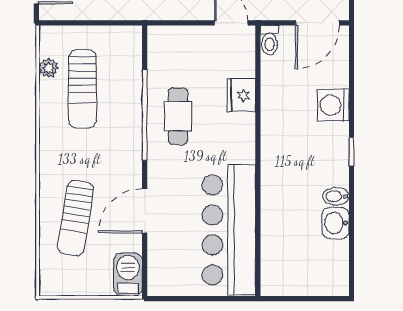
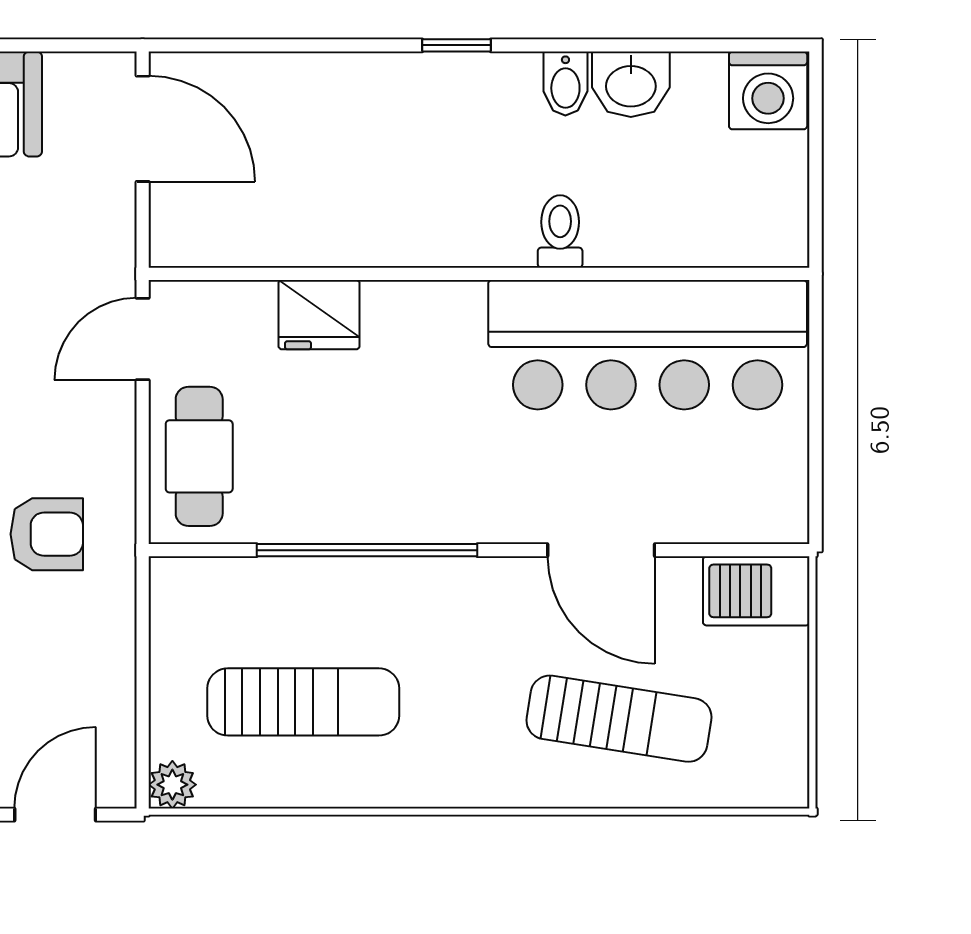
toilet: (270, 40) -> (560, 231), moved, turned -90
plant: (49, 68) -> (172, 785), moved
washing machine: (333, 105) -> (768, 90), moved
cafe table: (178, 116) -> (199, 456), moved, turned 90

